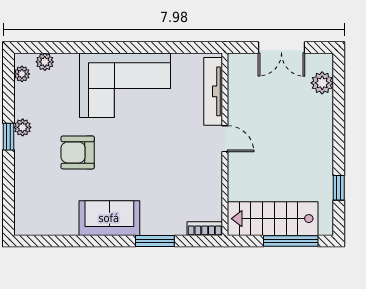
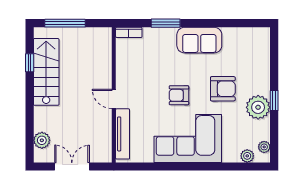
plant: (23, 127) -> (258, 107), width x1.88, depth x1.88
armchair: (137, 144) -> (179, 95), added
stairs: (273, 219) -> (46, 72), moved, turned -90

